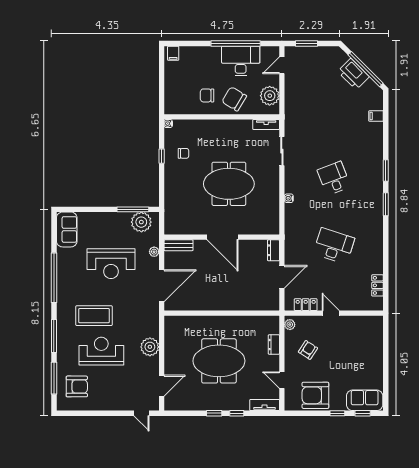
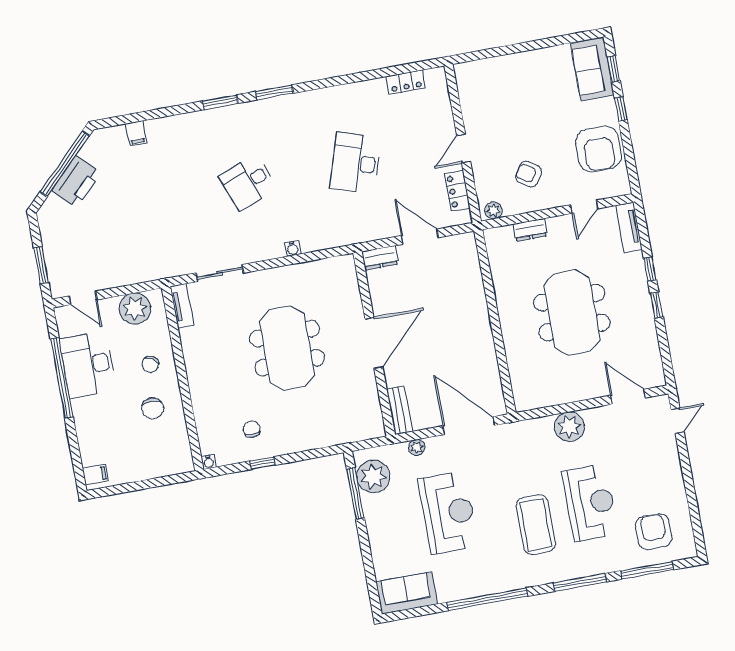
chair: (234, 99) -> (150, 364), width x0.54, depth x0.54
reception desk: (101, 351) -> (590, 503), turned 180

